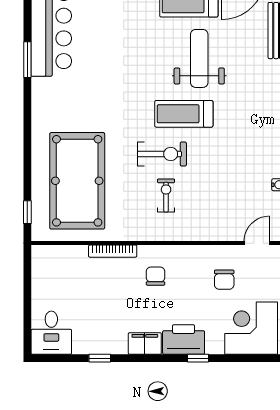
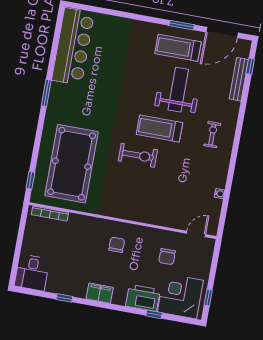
window: (27, 60) -> (46, 93), moved
exercise bike: (166, 196) -> (212, 135), moved
bookcase: (113, 251) -> (50, 214), moved
printer: (184, 339) -> (143, 298), moved
window: (198, 358) -> (154, 314), moved

